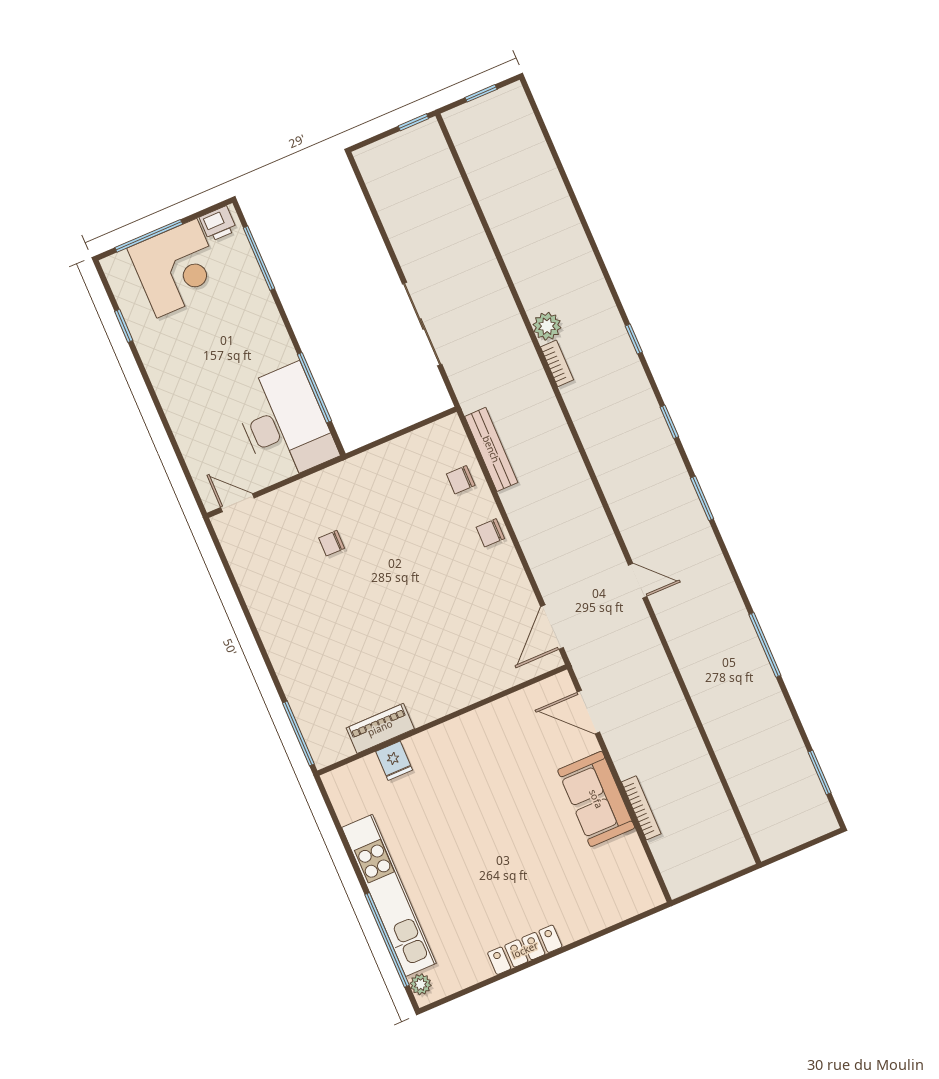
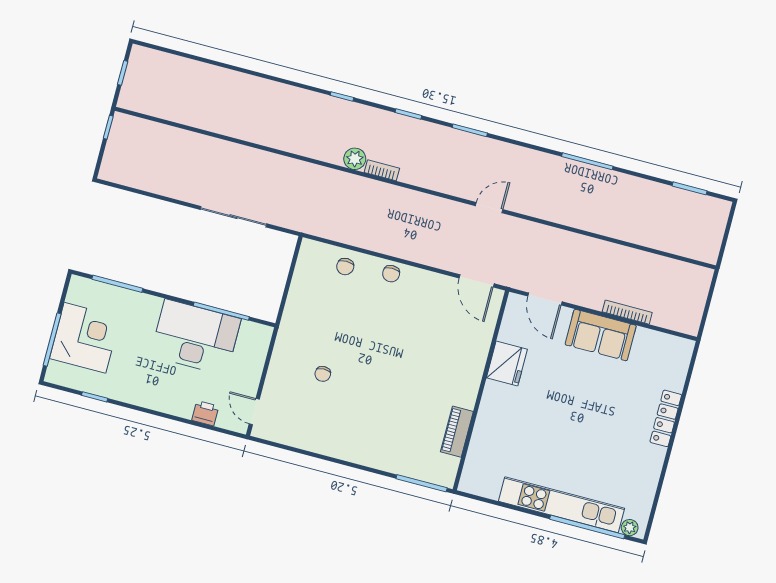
printer: (218, 224) -> (205, 413), moved, turned -90
plant: (547, 326) -> (355, 159), moved
bookcase: (557, 363) -> (382, 170), moved
desk: (284, 423) -> (196, 337), moved
bench: (491, 449) -> (341, 234), removed
door: (237, 503) -> (254, 412), hinge flipped
door: (588, 712) -> (545, 299), hinge flipped
fridge: (394, 761) -> (507, 364), moved, width x1.88, depth x1.34
locker: (525, 950) -> (666, 418), moved

